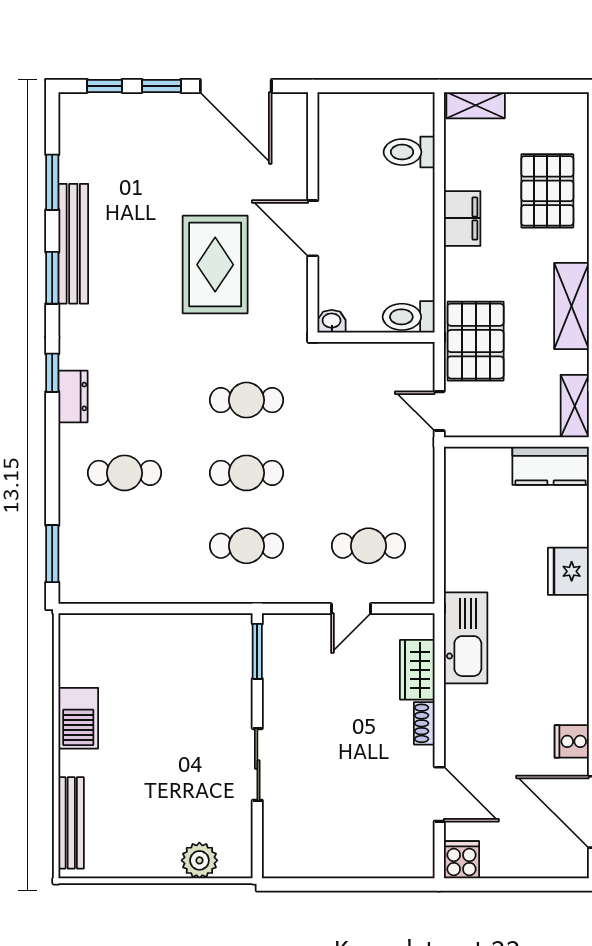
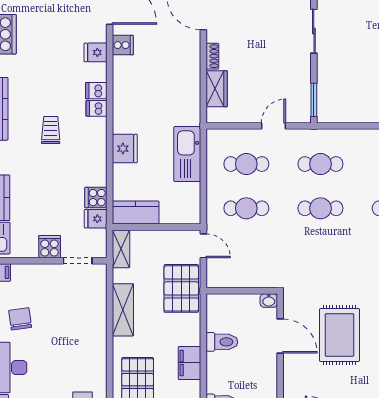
door: (313, 228) -> (280, 336), moved
toilet: (409, 317) -> (222, 342), moved
cafe table: (246, 400) -> (246, 208), moved
door: (351, 609) -> (273, 126), moved
kitchen sink: (466, 638) -> (187, 154), moved

